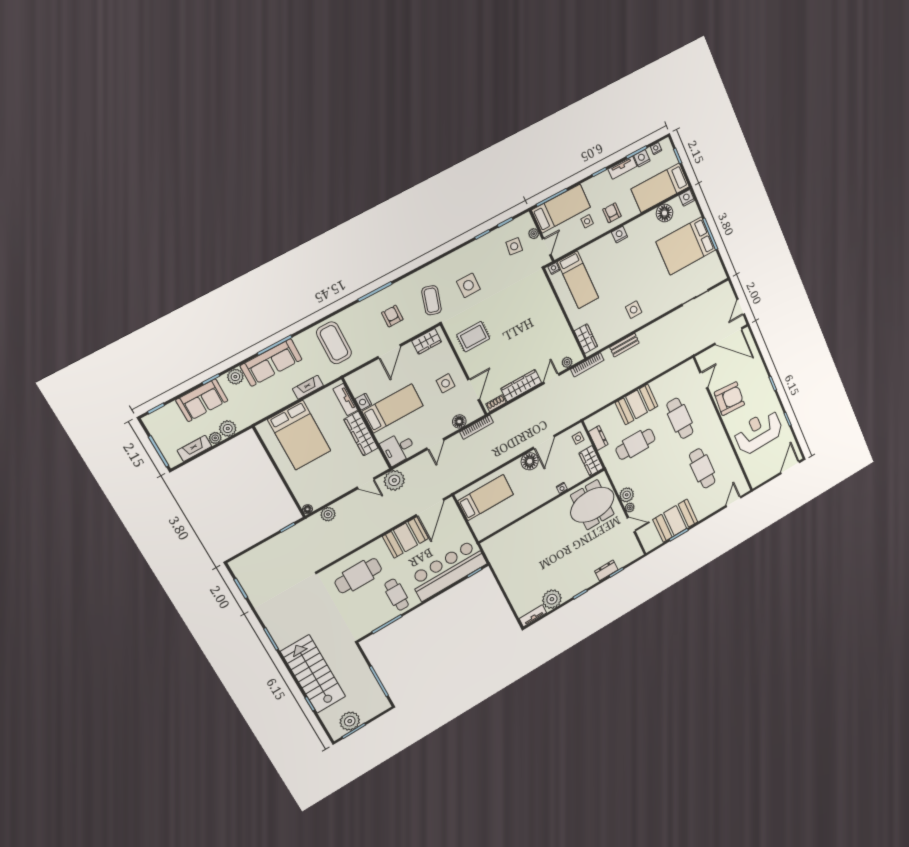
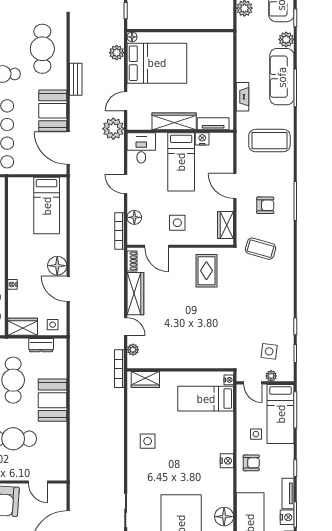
side table: (468, 285) -> (256, 290), removed
bench: (624, 345) -> (76, 79), moved
bed: (299, 435) -> (157, 63), moved, turned 180

